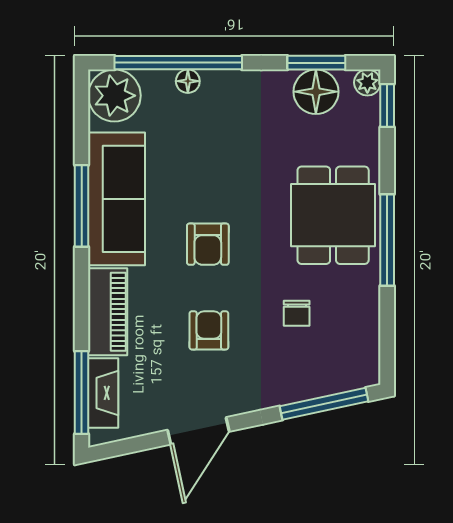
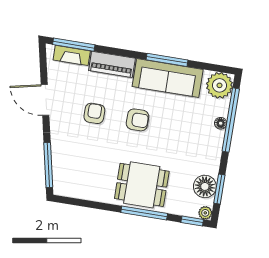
window: (387, 240) -> (144, 213), moved
armchair: (208, 244) -> (138, 120), turned 180
chair: (297, 313) -> (96, 159), removed
armchair: (209, 330) -> (94, 113), turned -90

